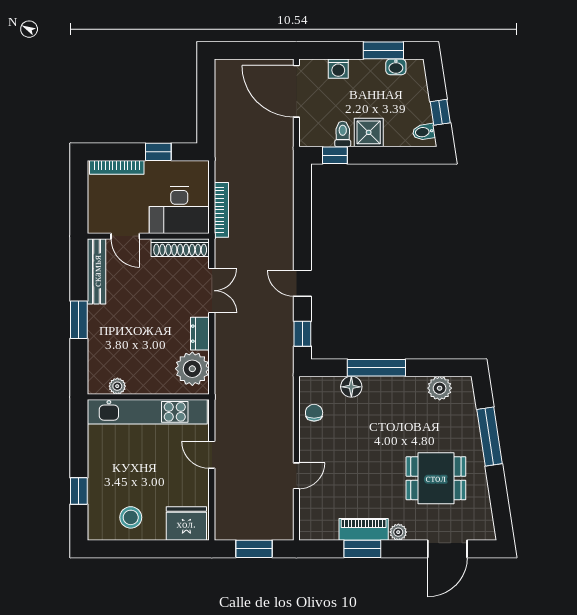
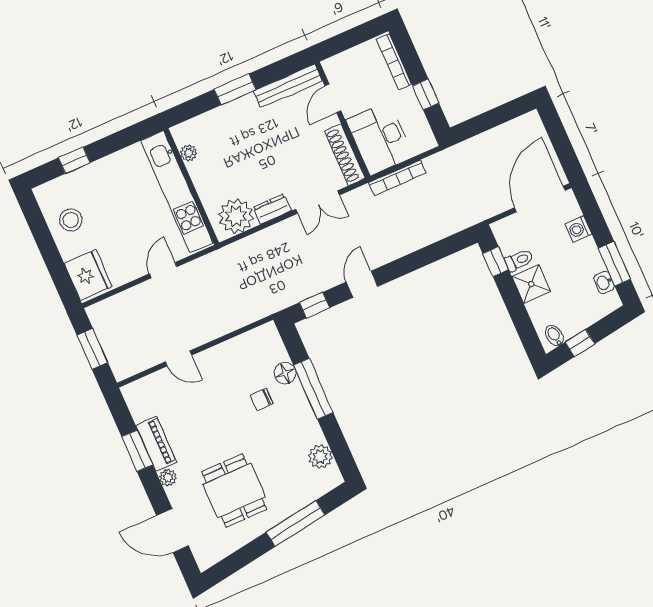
chair: (314, 413) -> (262, 399), moved, turned 180

